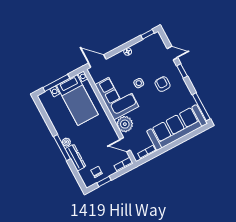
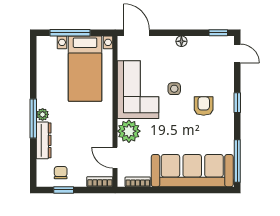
door: (172, 53) -> (237, 53), moved

